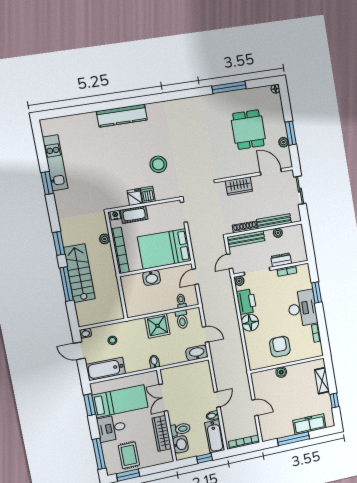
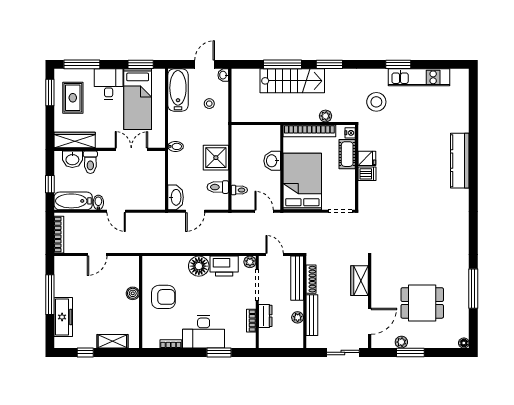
stool: (158, 164) -> (376, 102), moved
wardrobe: (162, 433) -> (75, 140), moved
rug: (129, 455) -> (73, 98), turned 90

